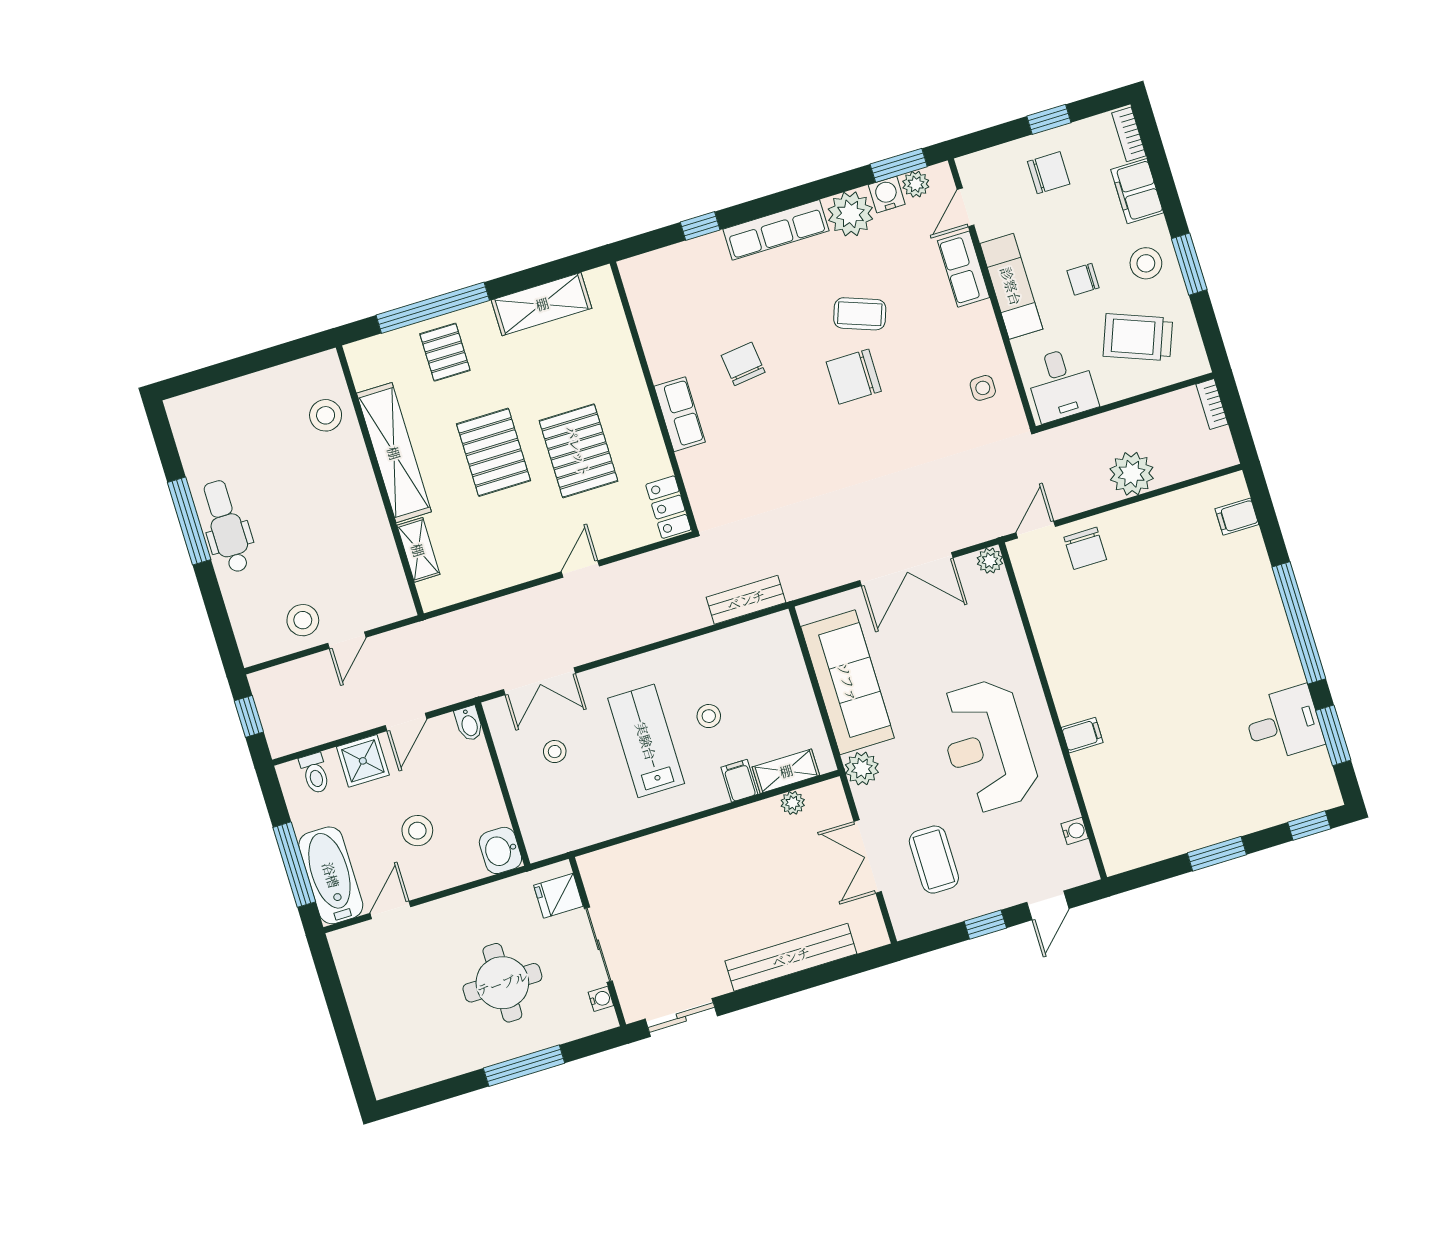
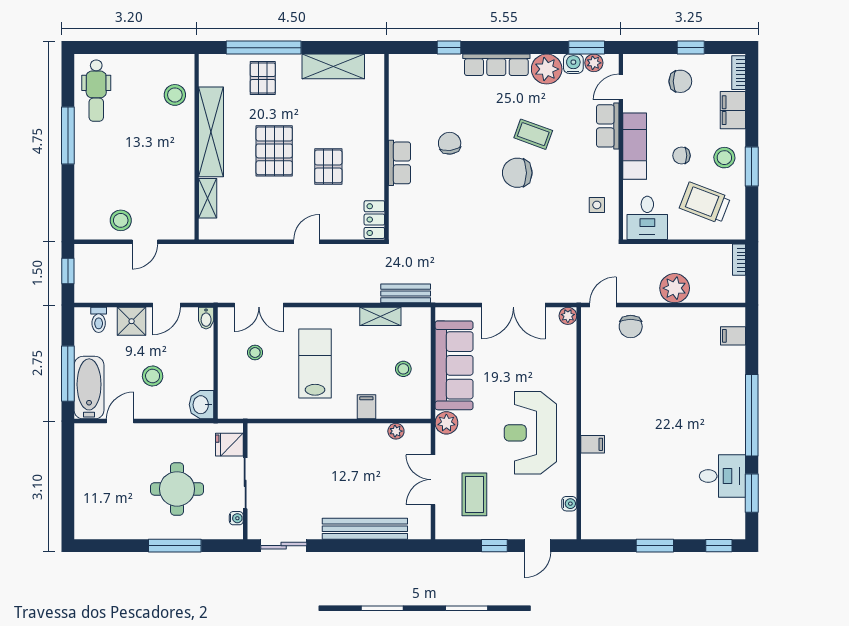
pallet: (578, 451) -> (328, 166), width x0.67, depth x0.71
dental chair: (227, 526) -> (96, 91), moved, turned 180
stool: (709, 716) -> (403, 369), moved
shelving: (786, 771) -> (380, 316), moved

